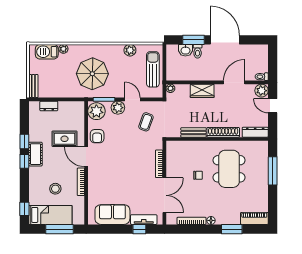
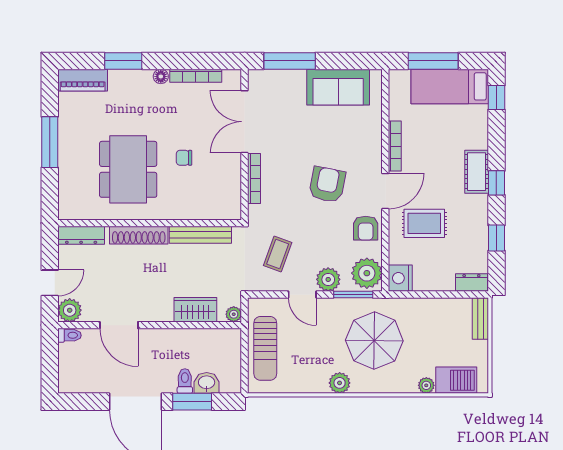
plant: (130, 50) -> (340, 383), moved
door: (234, 82) -> (119, 325), hinge flipped
wardrobe: (202, 91) -> (195, 310), moved
dresser: (49, 106) -> (471, 283), moved
door: (273, 106) -> (50, 283), hinge flipped
nightstand: (78, 108) -> (400, 278), added
bench: (194, 132) -> (200, 235), width x1.36
armchair: (97, 136) -> (366, 228), turned 180
window: (24, 142) -> (496, 238), moved
cot: (35, 154) -> (477, 172), moved
door: (86, 157) -> (385, 191), hinge flipped
armchair: (118, 160) -> (327, 185), added
window: (273, 171) -> (50, 142), moved
stool: (55, 189) -> (441, 134), removed
tv unit: (144, 220) -> (282, 78), removed
window: (139, 229) -> (290, 61), width x2.17

